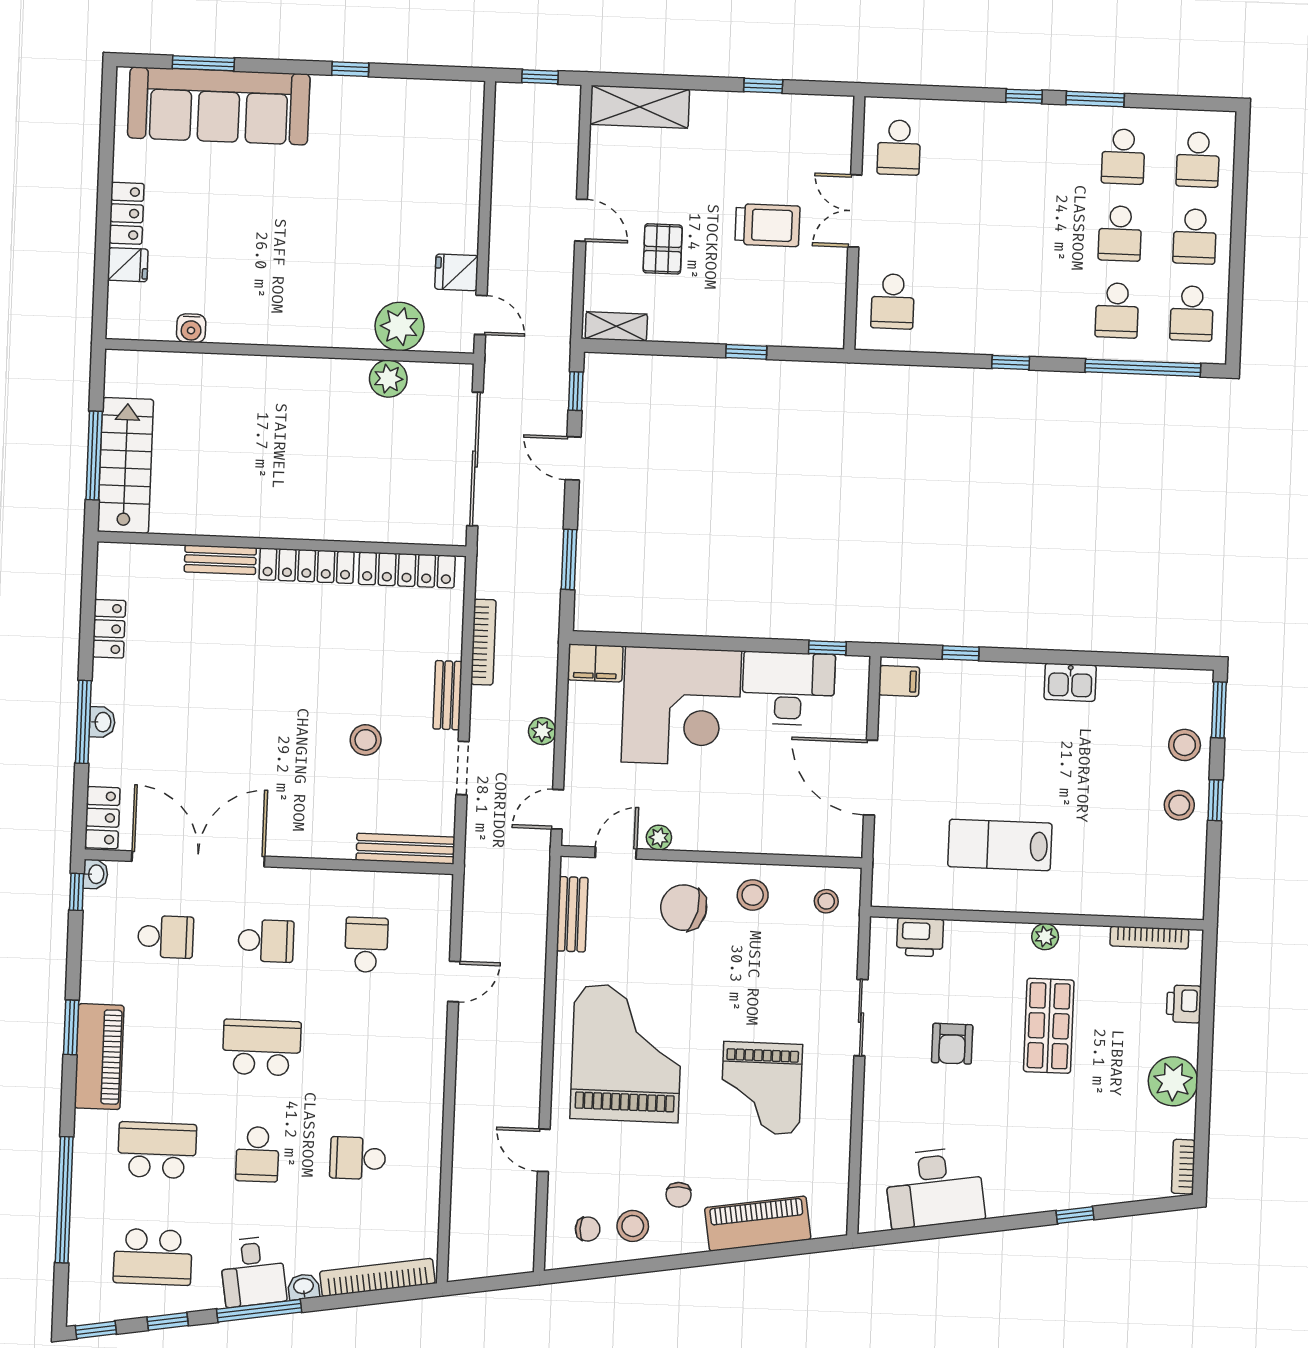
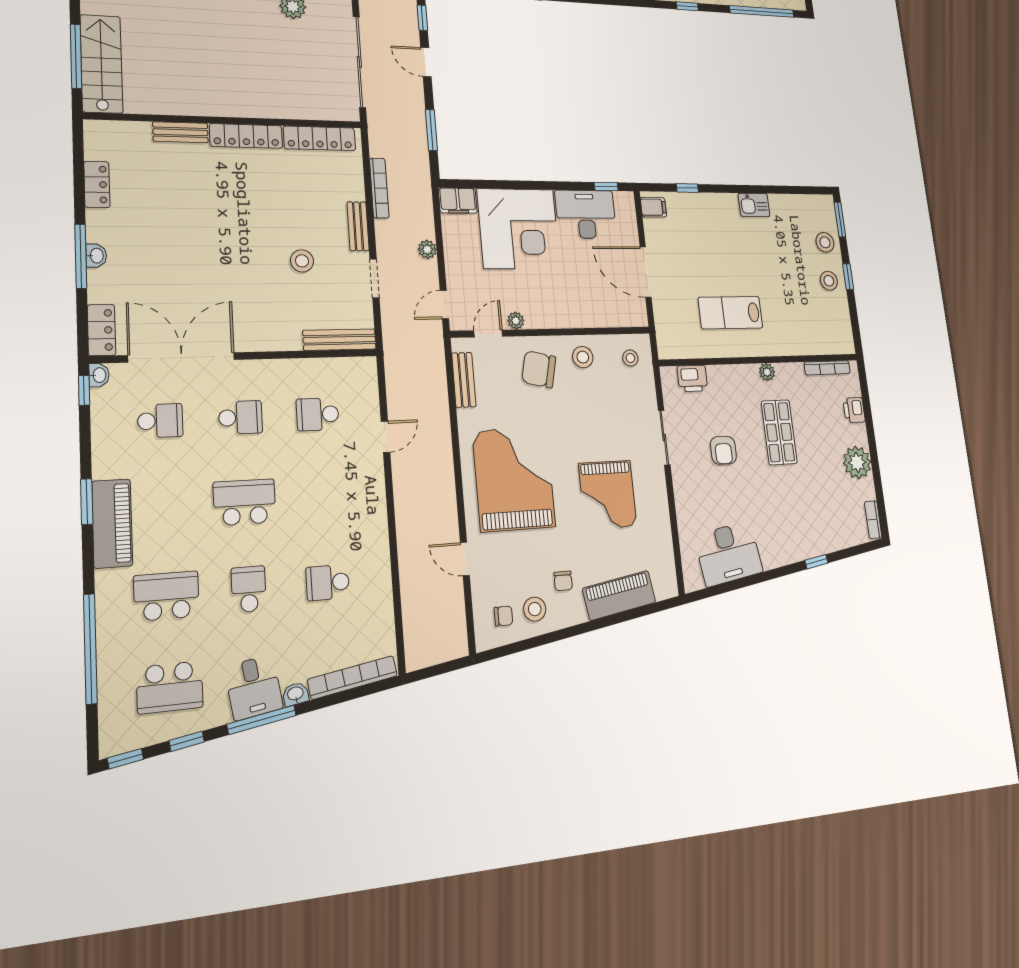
school desk: (366, 945) -> (318, 414), turned -90
school desk: (257, 1154) -> (249, 589), turned 180

